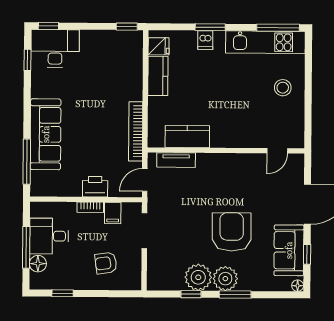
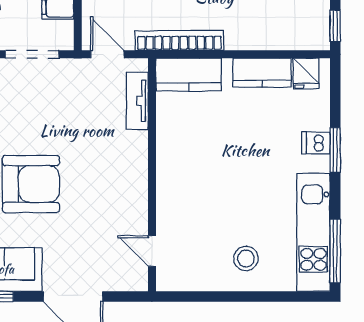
kitchen counter: (187, 137) -> (189, 75), moved, turned 90

